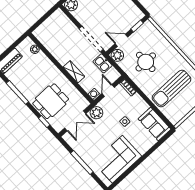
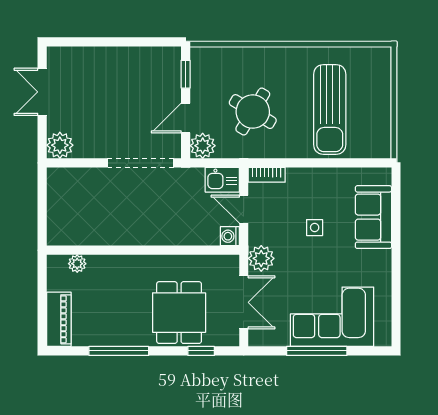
round table: (146, 62) -> (253, 112), turned 31
kitchen sink: (103, 63) -> (222, 180), moved
shelving: (74, 72) -> (167, 235), removed
sofa: (155, 124) -> (373, 217), moved, turned 90
corner sofa: (117, 159) -> (332, 317), moved, turned 90

